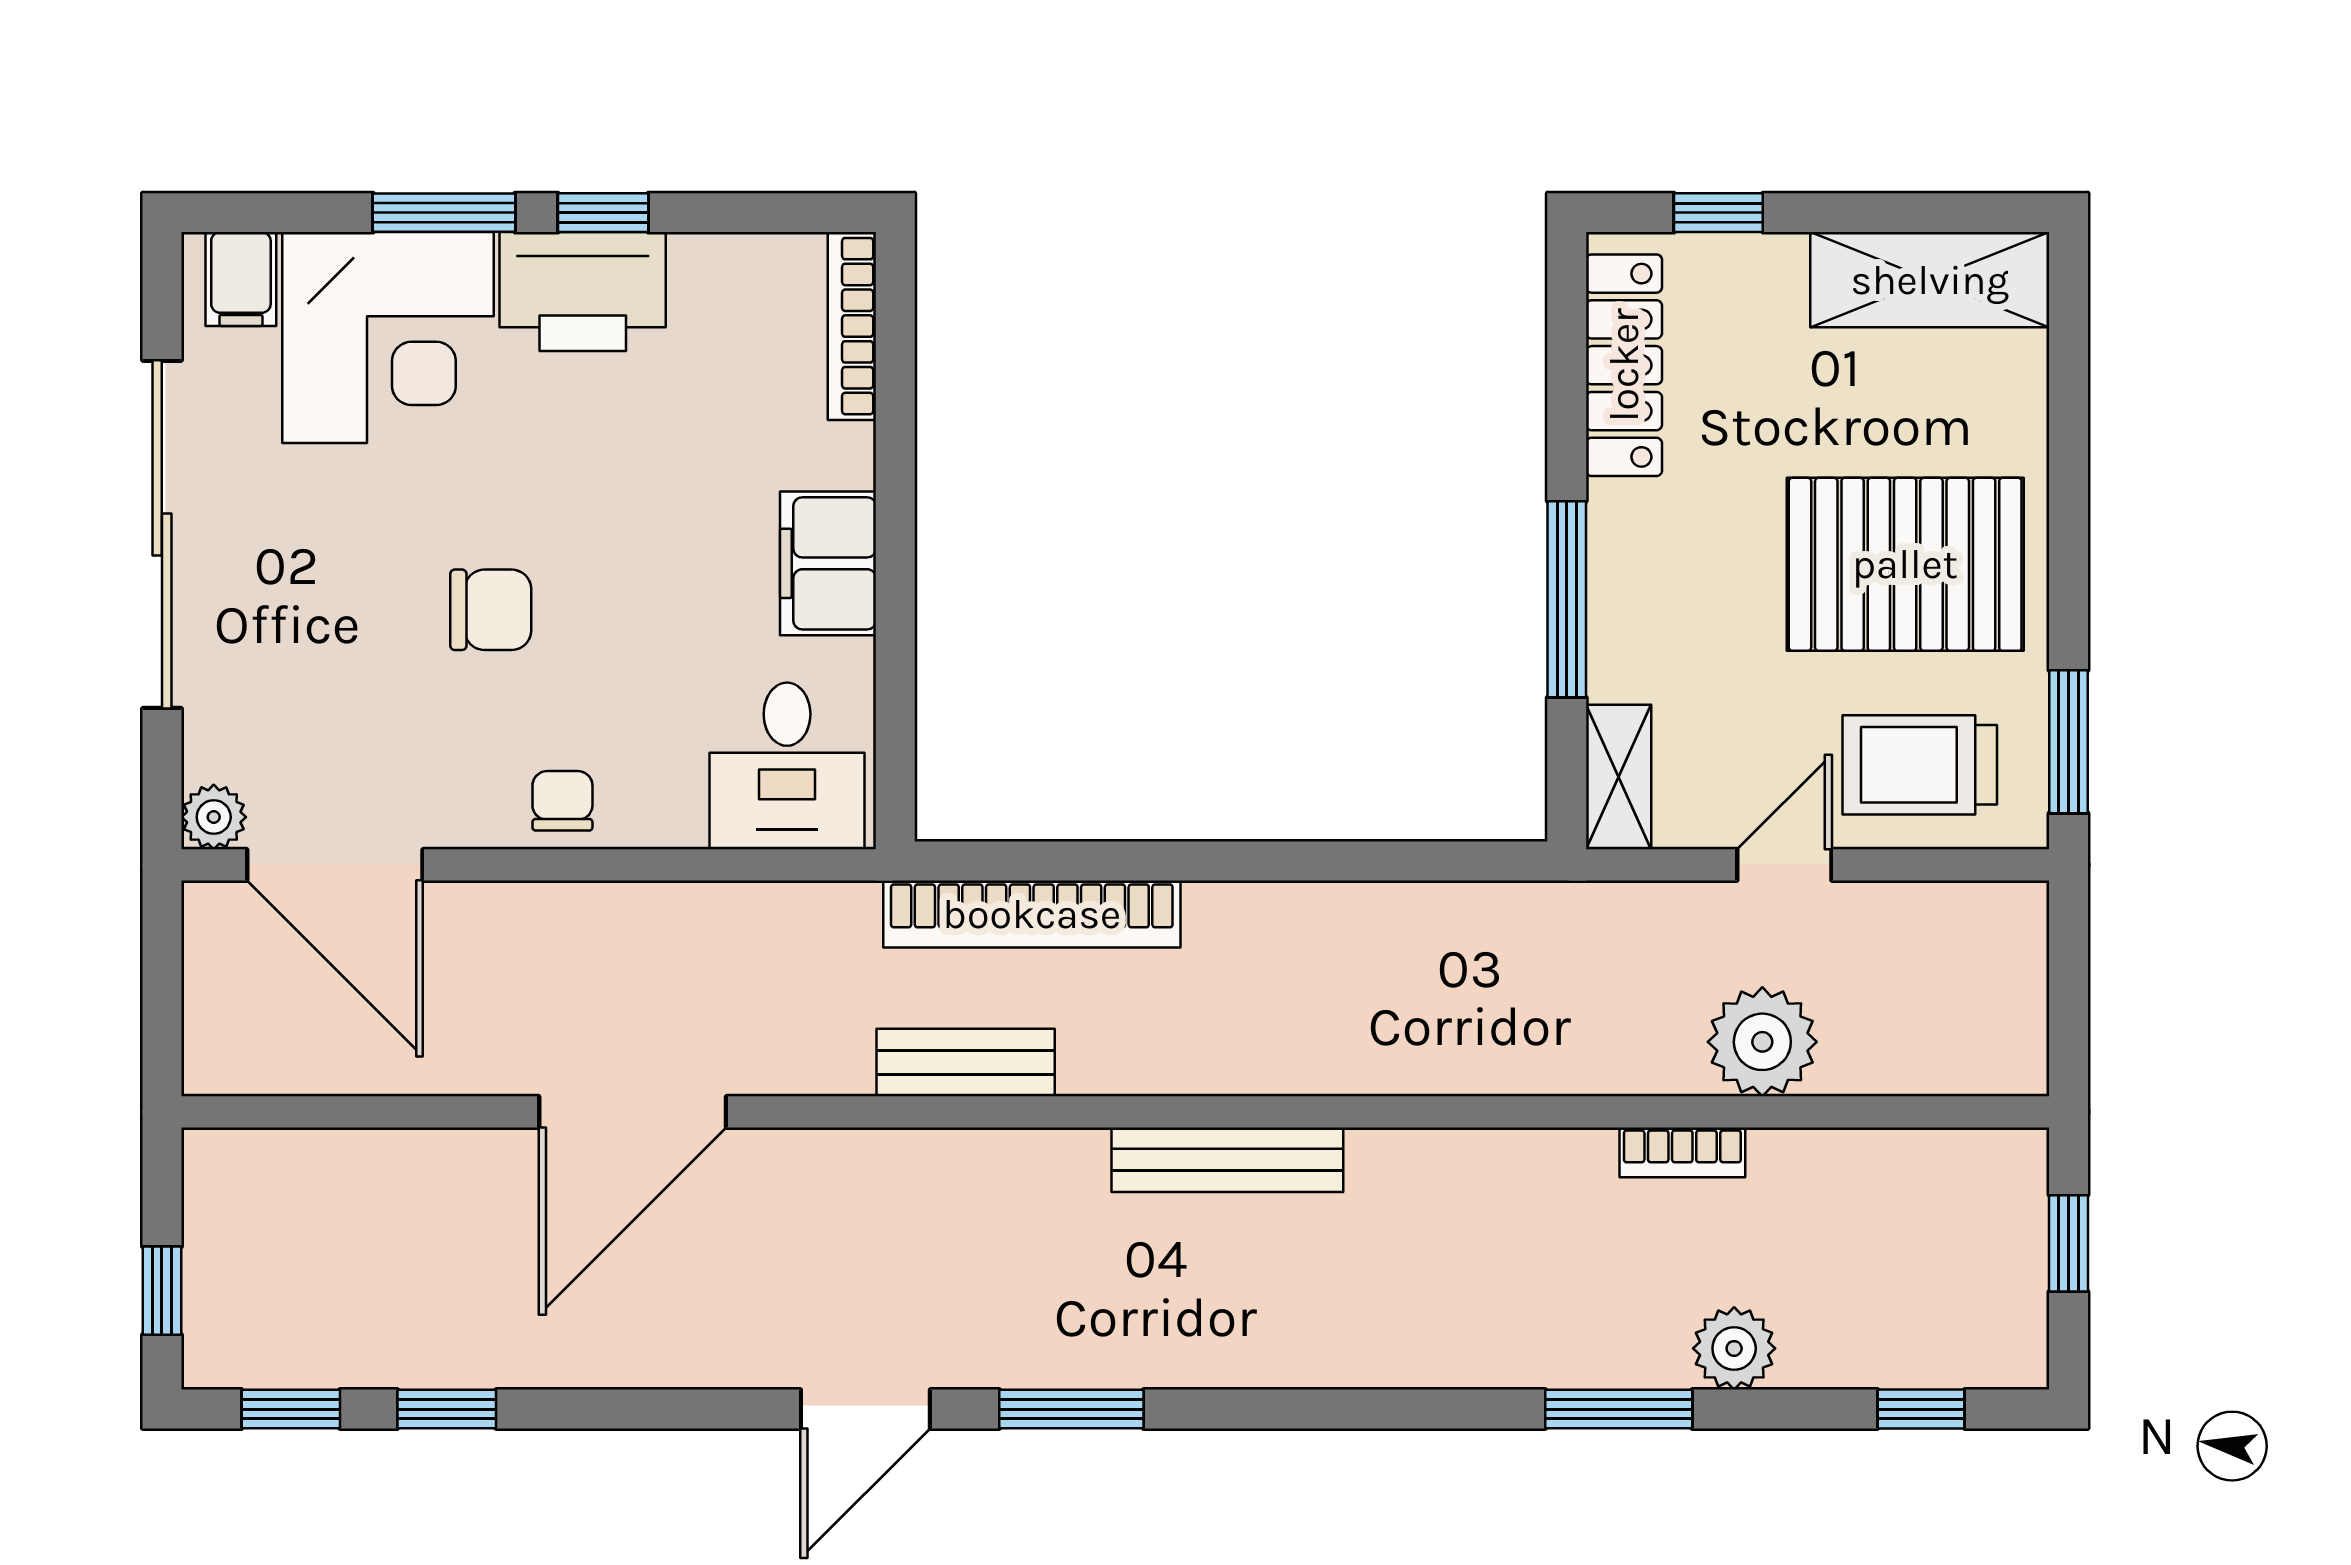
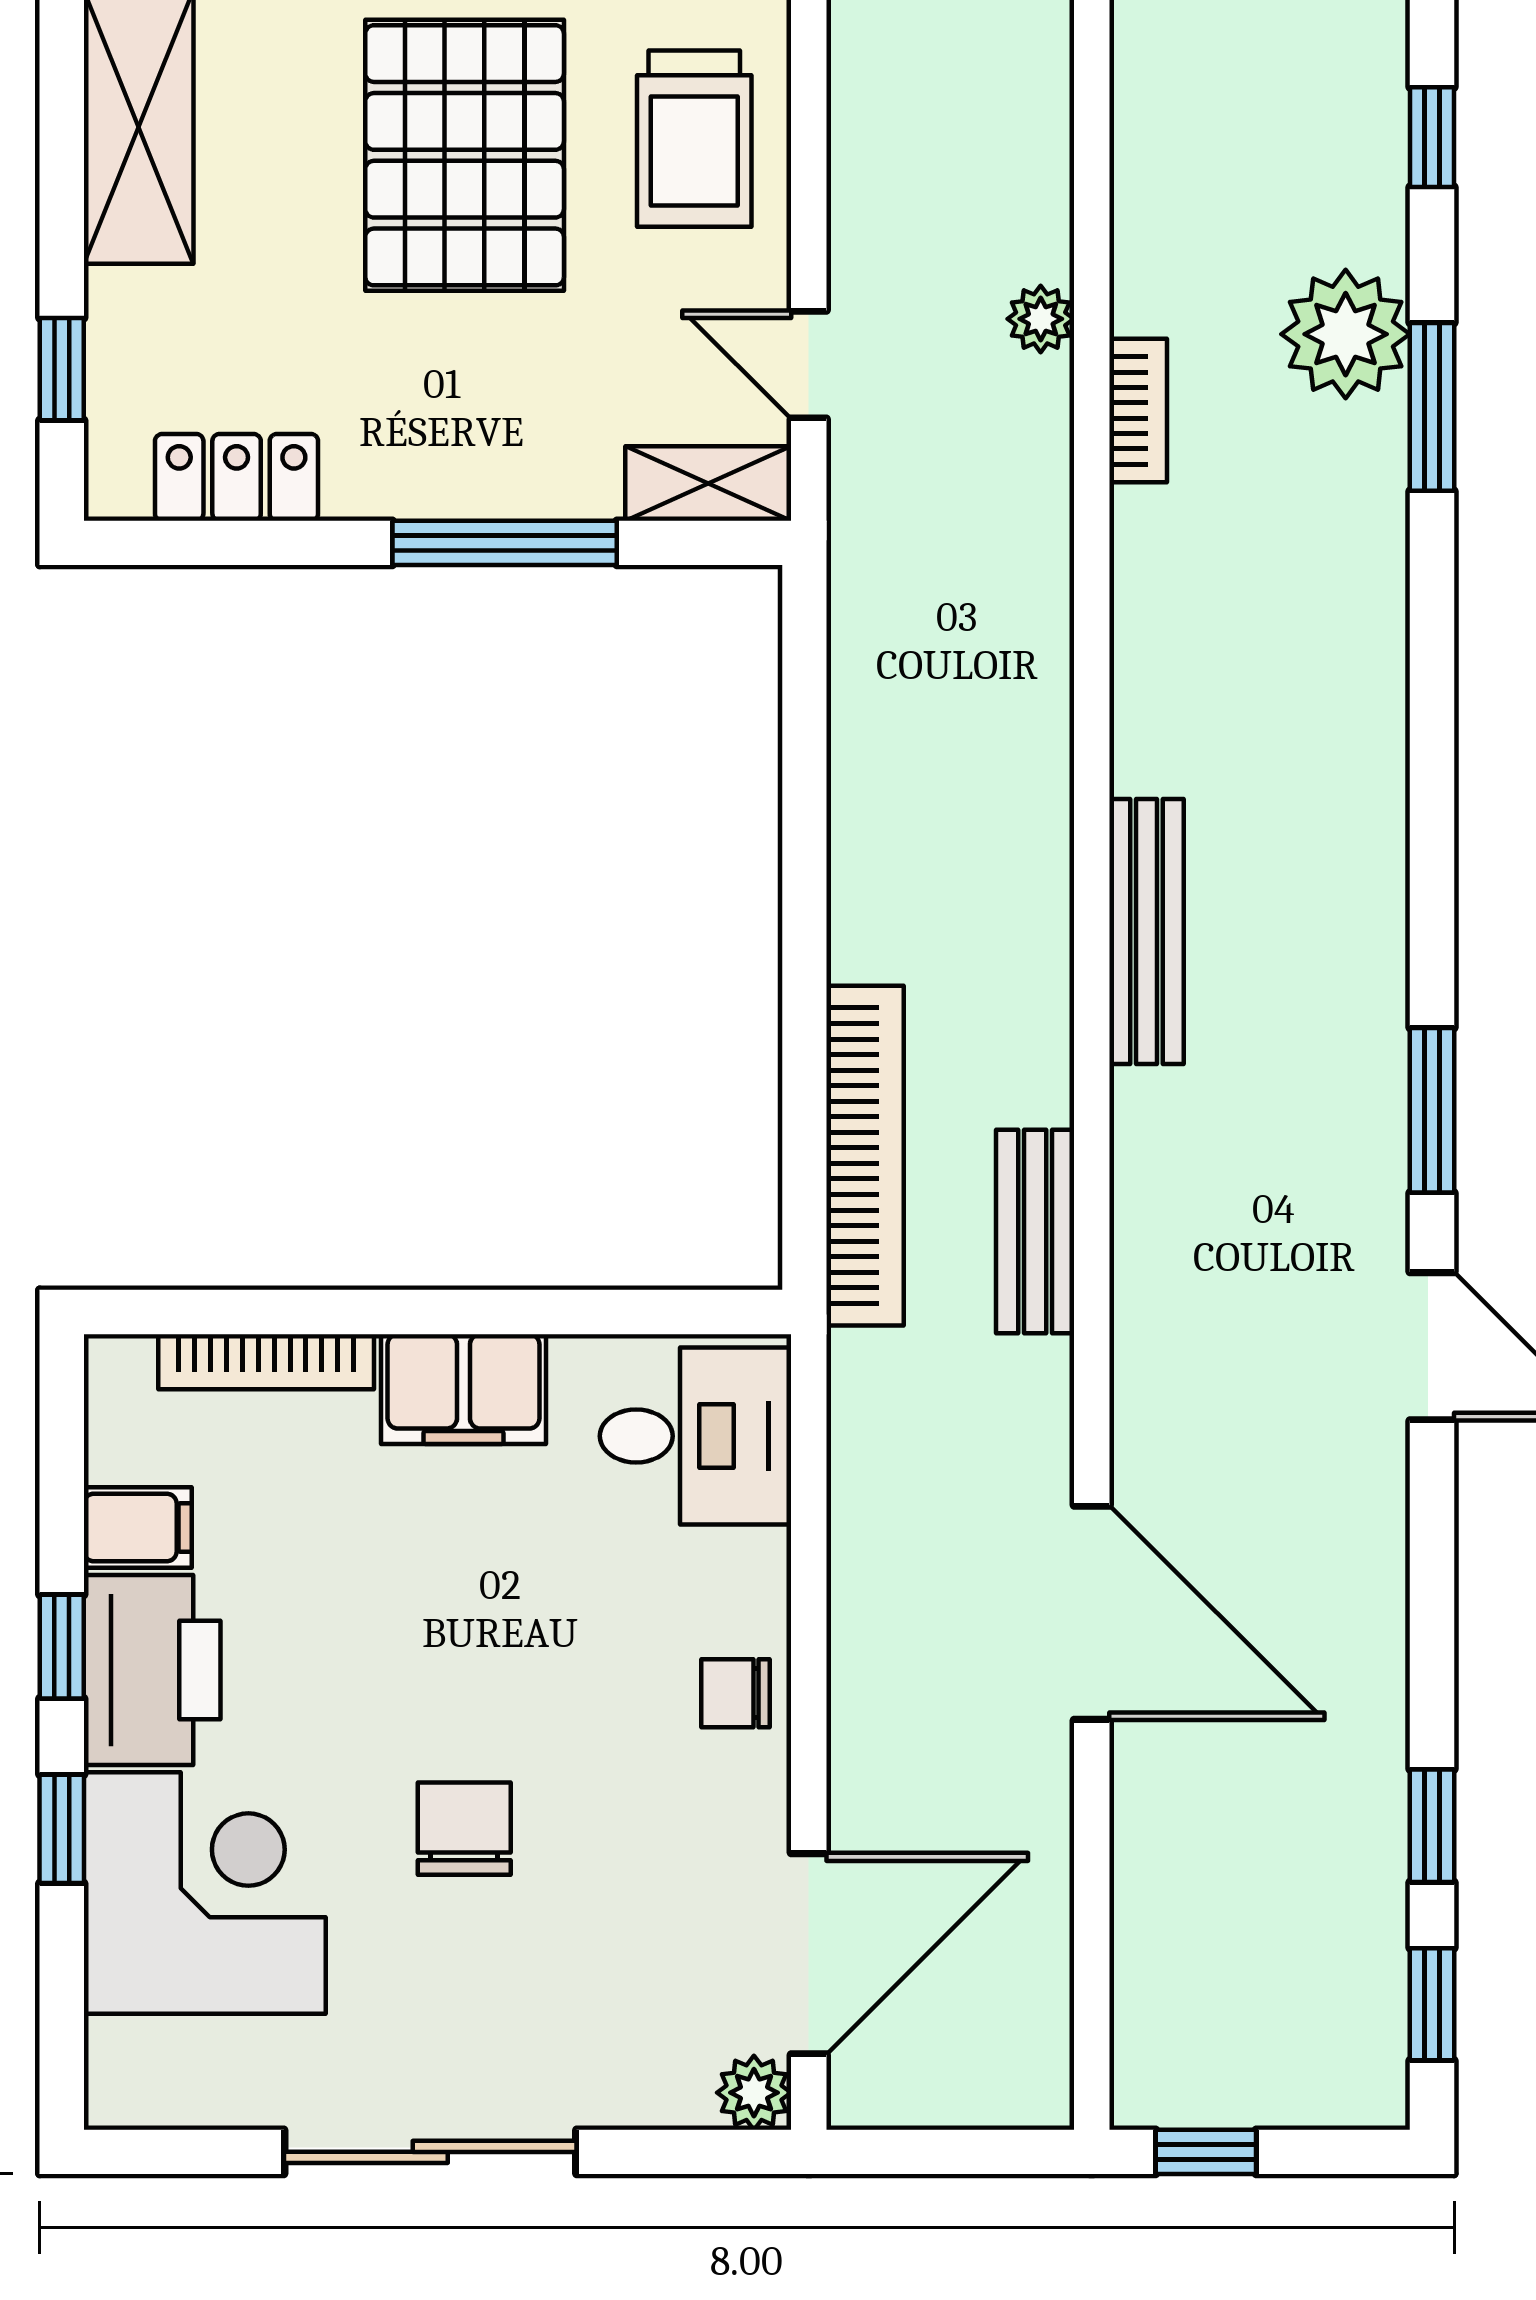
window: (444, 213) -> (62, 1829), width x0.67
filing cabinet: (241, 279) -> (138, 1527), moved
bookcase: (852, 326) -> (266, 1362), moved
locker: (1624, 365) -> (237, 477), width x0.66
sliding door: (162, 534) -> (430, 2152), width x0.73
chair: (491, 610) -> (464, 1829), moved
door: (1784, 865) -> (809, 365), moved
plant: (1762, 1042) -> (1041, 319), width x0.53, depth x0.53
window: (162, 1291) -> (1206, 2152), moved
plant: (1734, 1348) -> (1346, 334), width x1.36, depth x1.36
window: (1619, 1409) -> (1432, 407), moved

